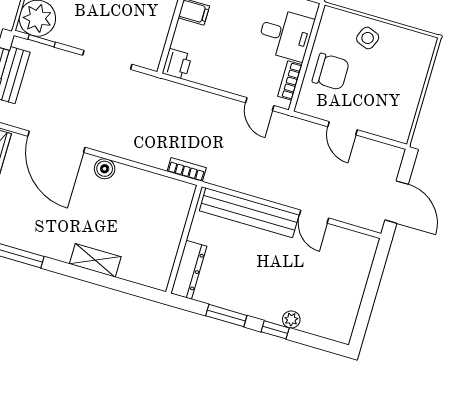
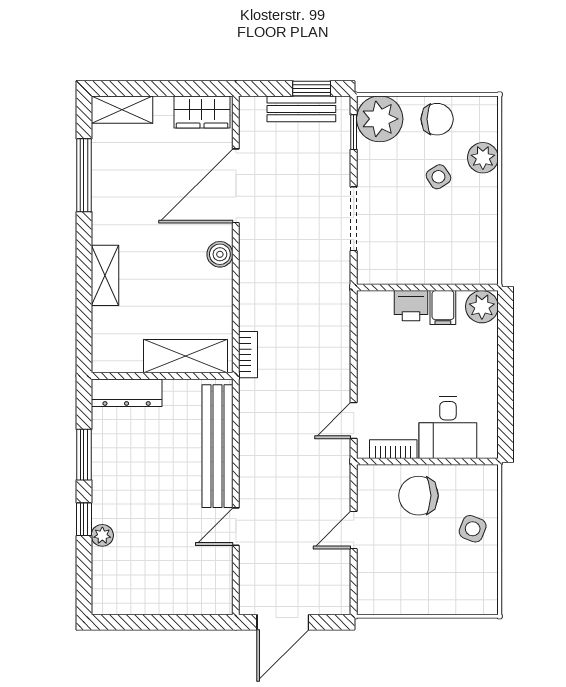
printer: (177, 64) -> (411, 306), moved
chair: (331, 72) -> (419, 496), turned 90
shelving: (174, 217) -> (186, 356), added

